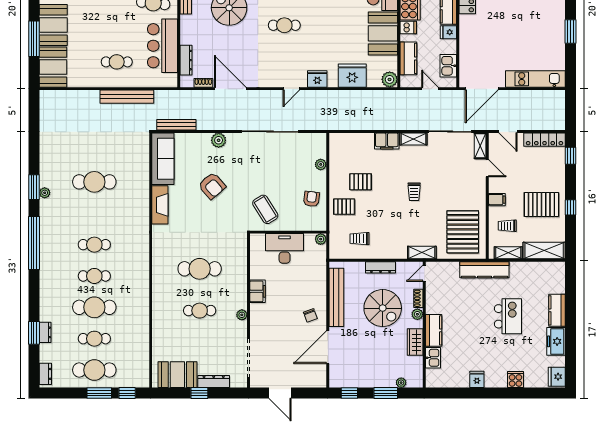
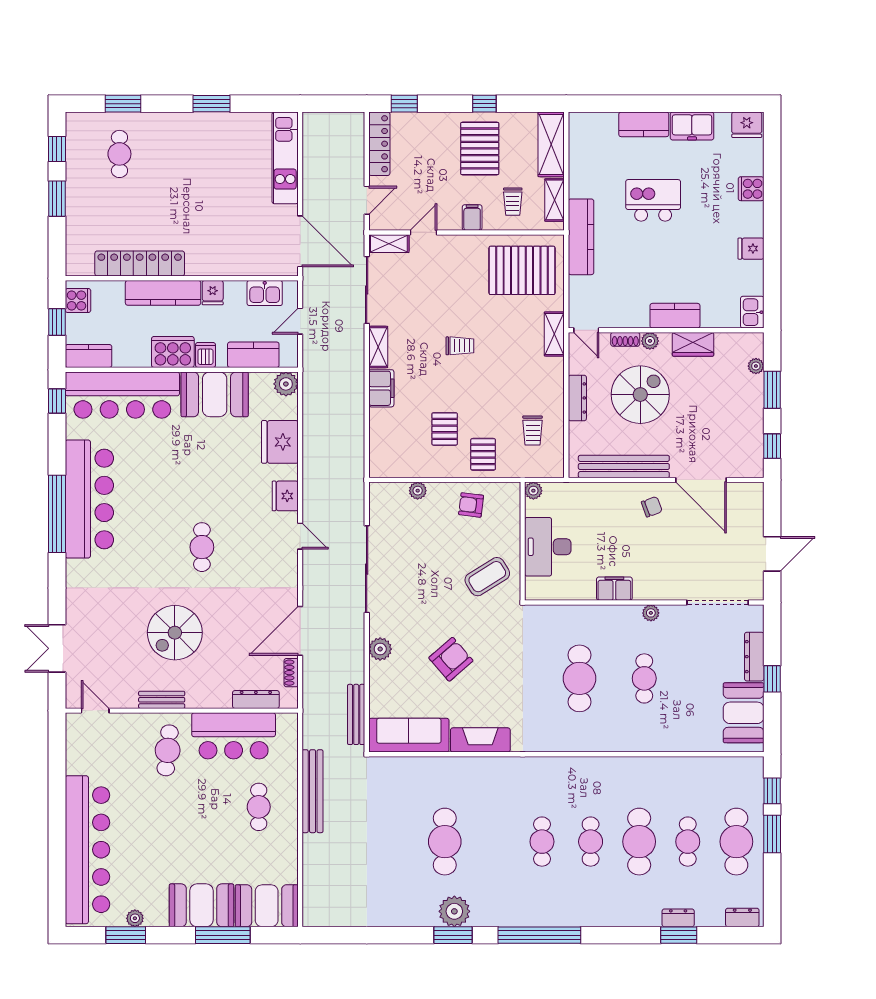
plant: (45, 193) -> (454, 911), width x1.88, depth x1.88
kitchen sink: (433, 358) -> (752, 312), moved, turned -90

